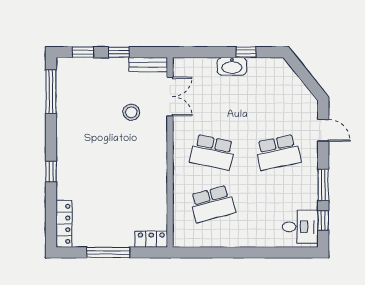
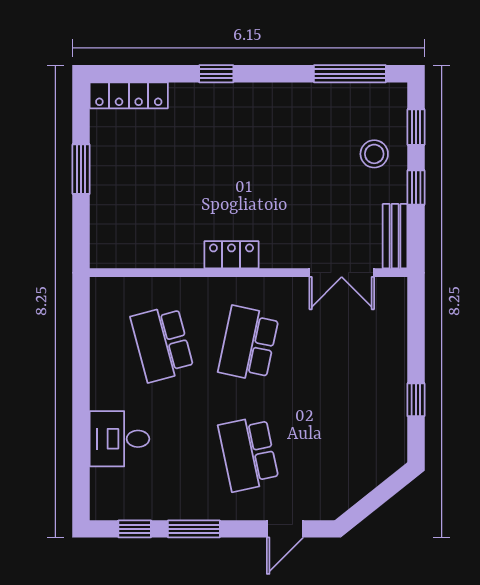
washbasin: (232, 66) -> (392, 376), removed
stool: (131, 112) -> (374, 154), moved
desk: (300, 227) -> (119, 439), moved, turned 90
locker: (151, 239) -> (231, 255), moved, turned -90
window: (108, 252) -> (81, 169), width x0.69

